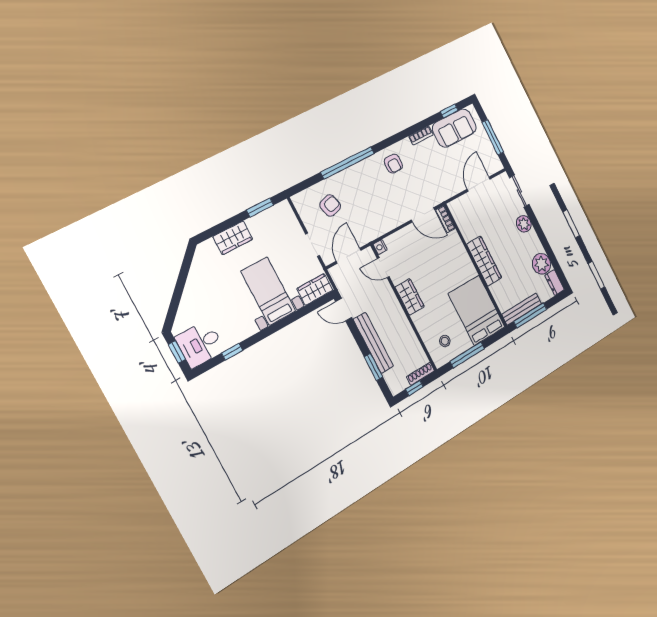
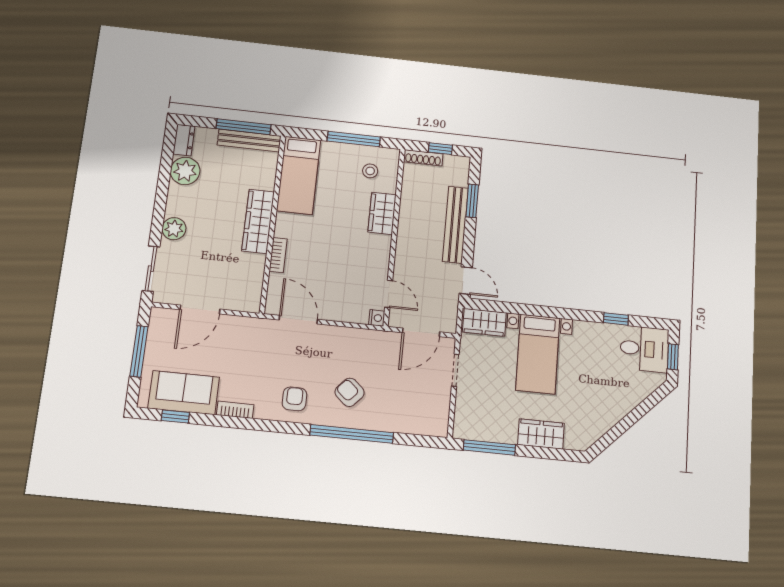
armchair: (330, 206) -> (350, 392), moved, turned 58
window: (260, 208) -> (489, 447), width x1.44
bookcase: (446, 219) -> (278, 255), moved
wardrobe: (410, 297) -> (382, 213), moved
bed: (477, 310) -> (299, 175), width x0.67

